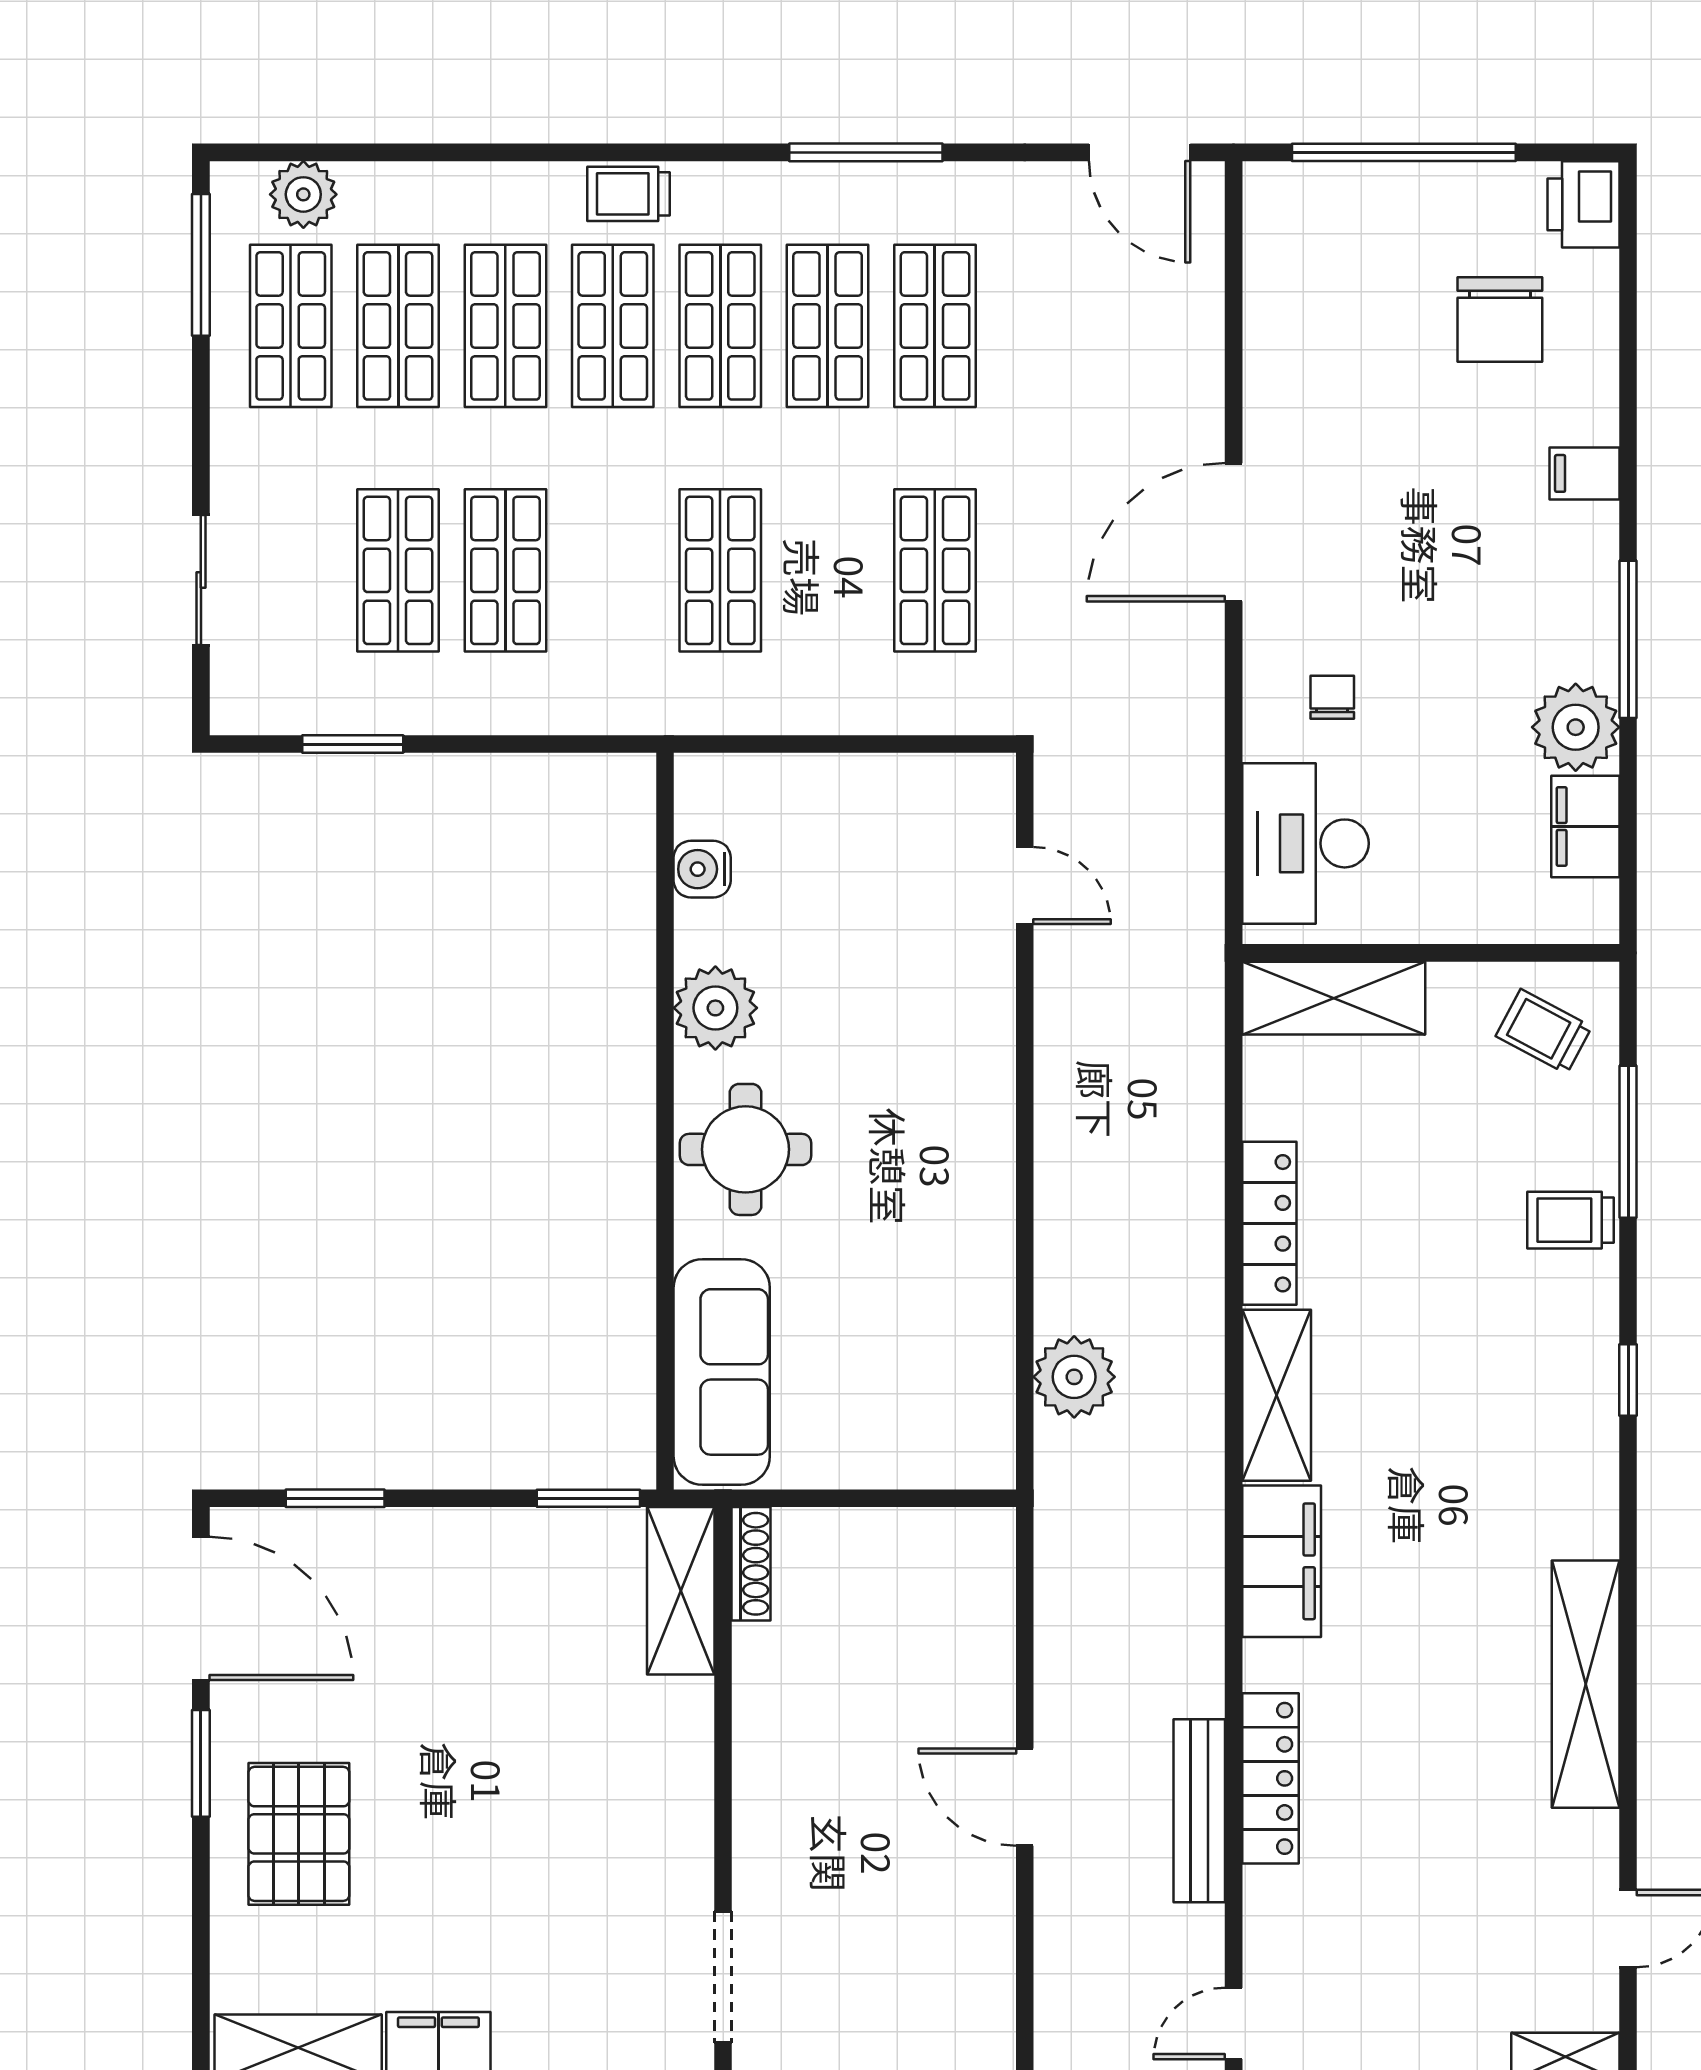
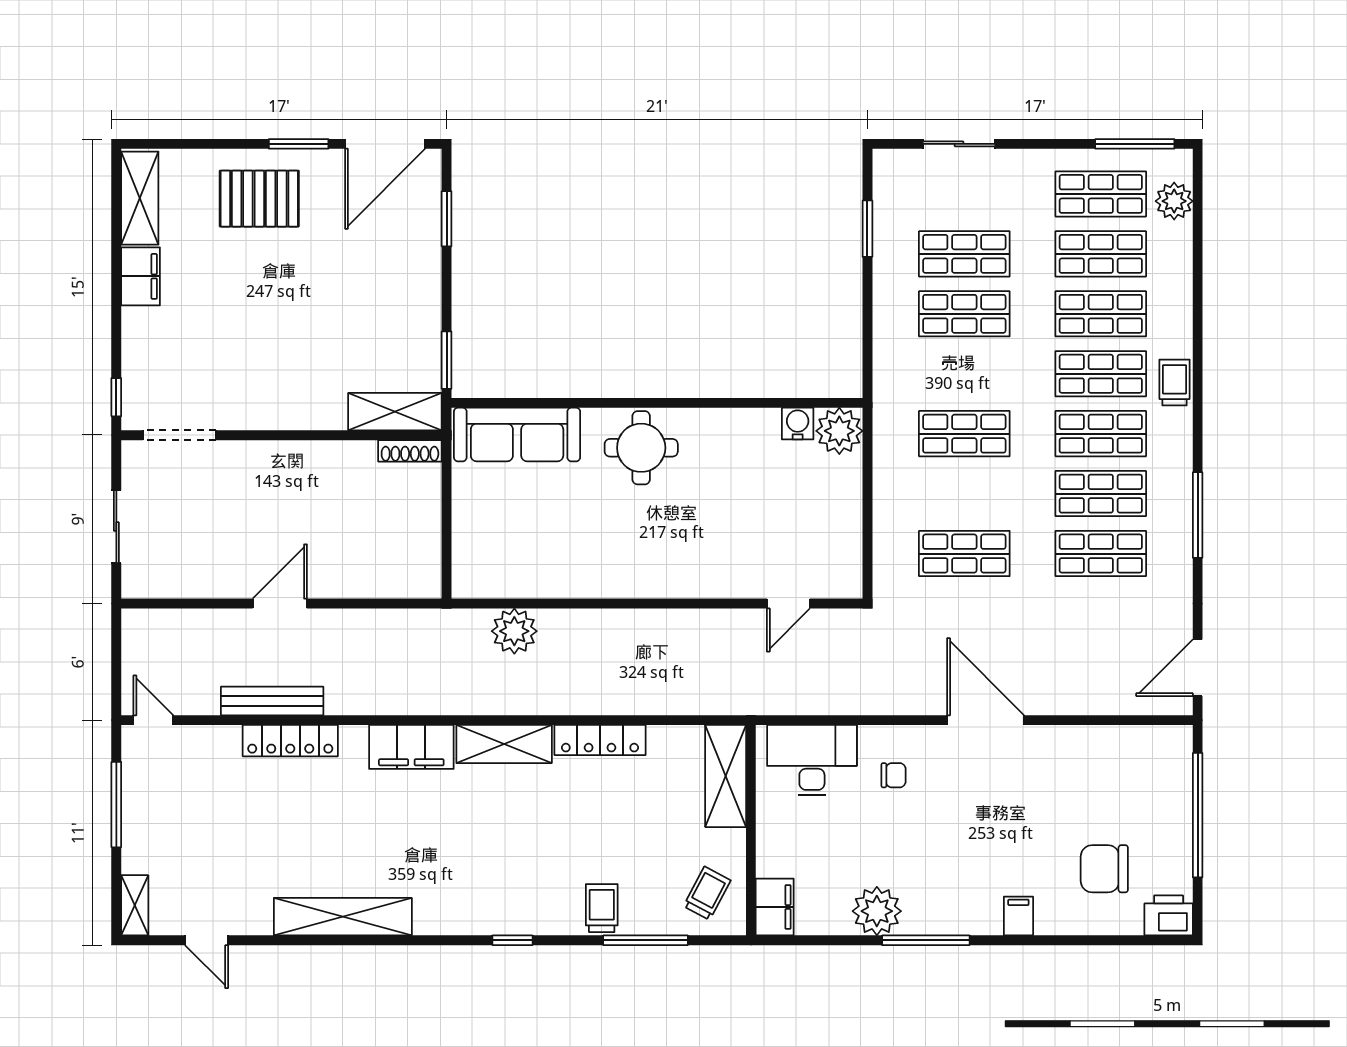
filing cabinet: (1585, 827) -> (775, 907), moved, turned 90
plant: (715, 1008) -> (839, 431), moved

